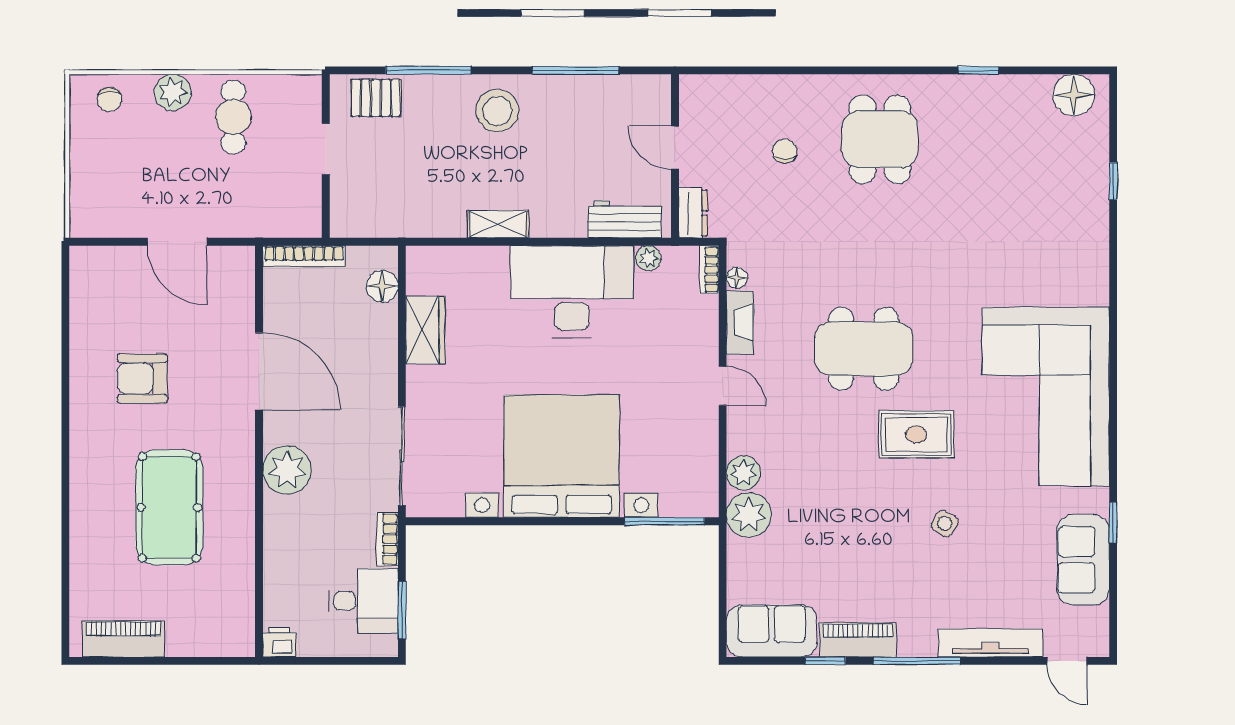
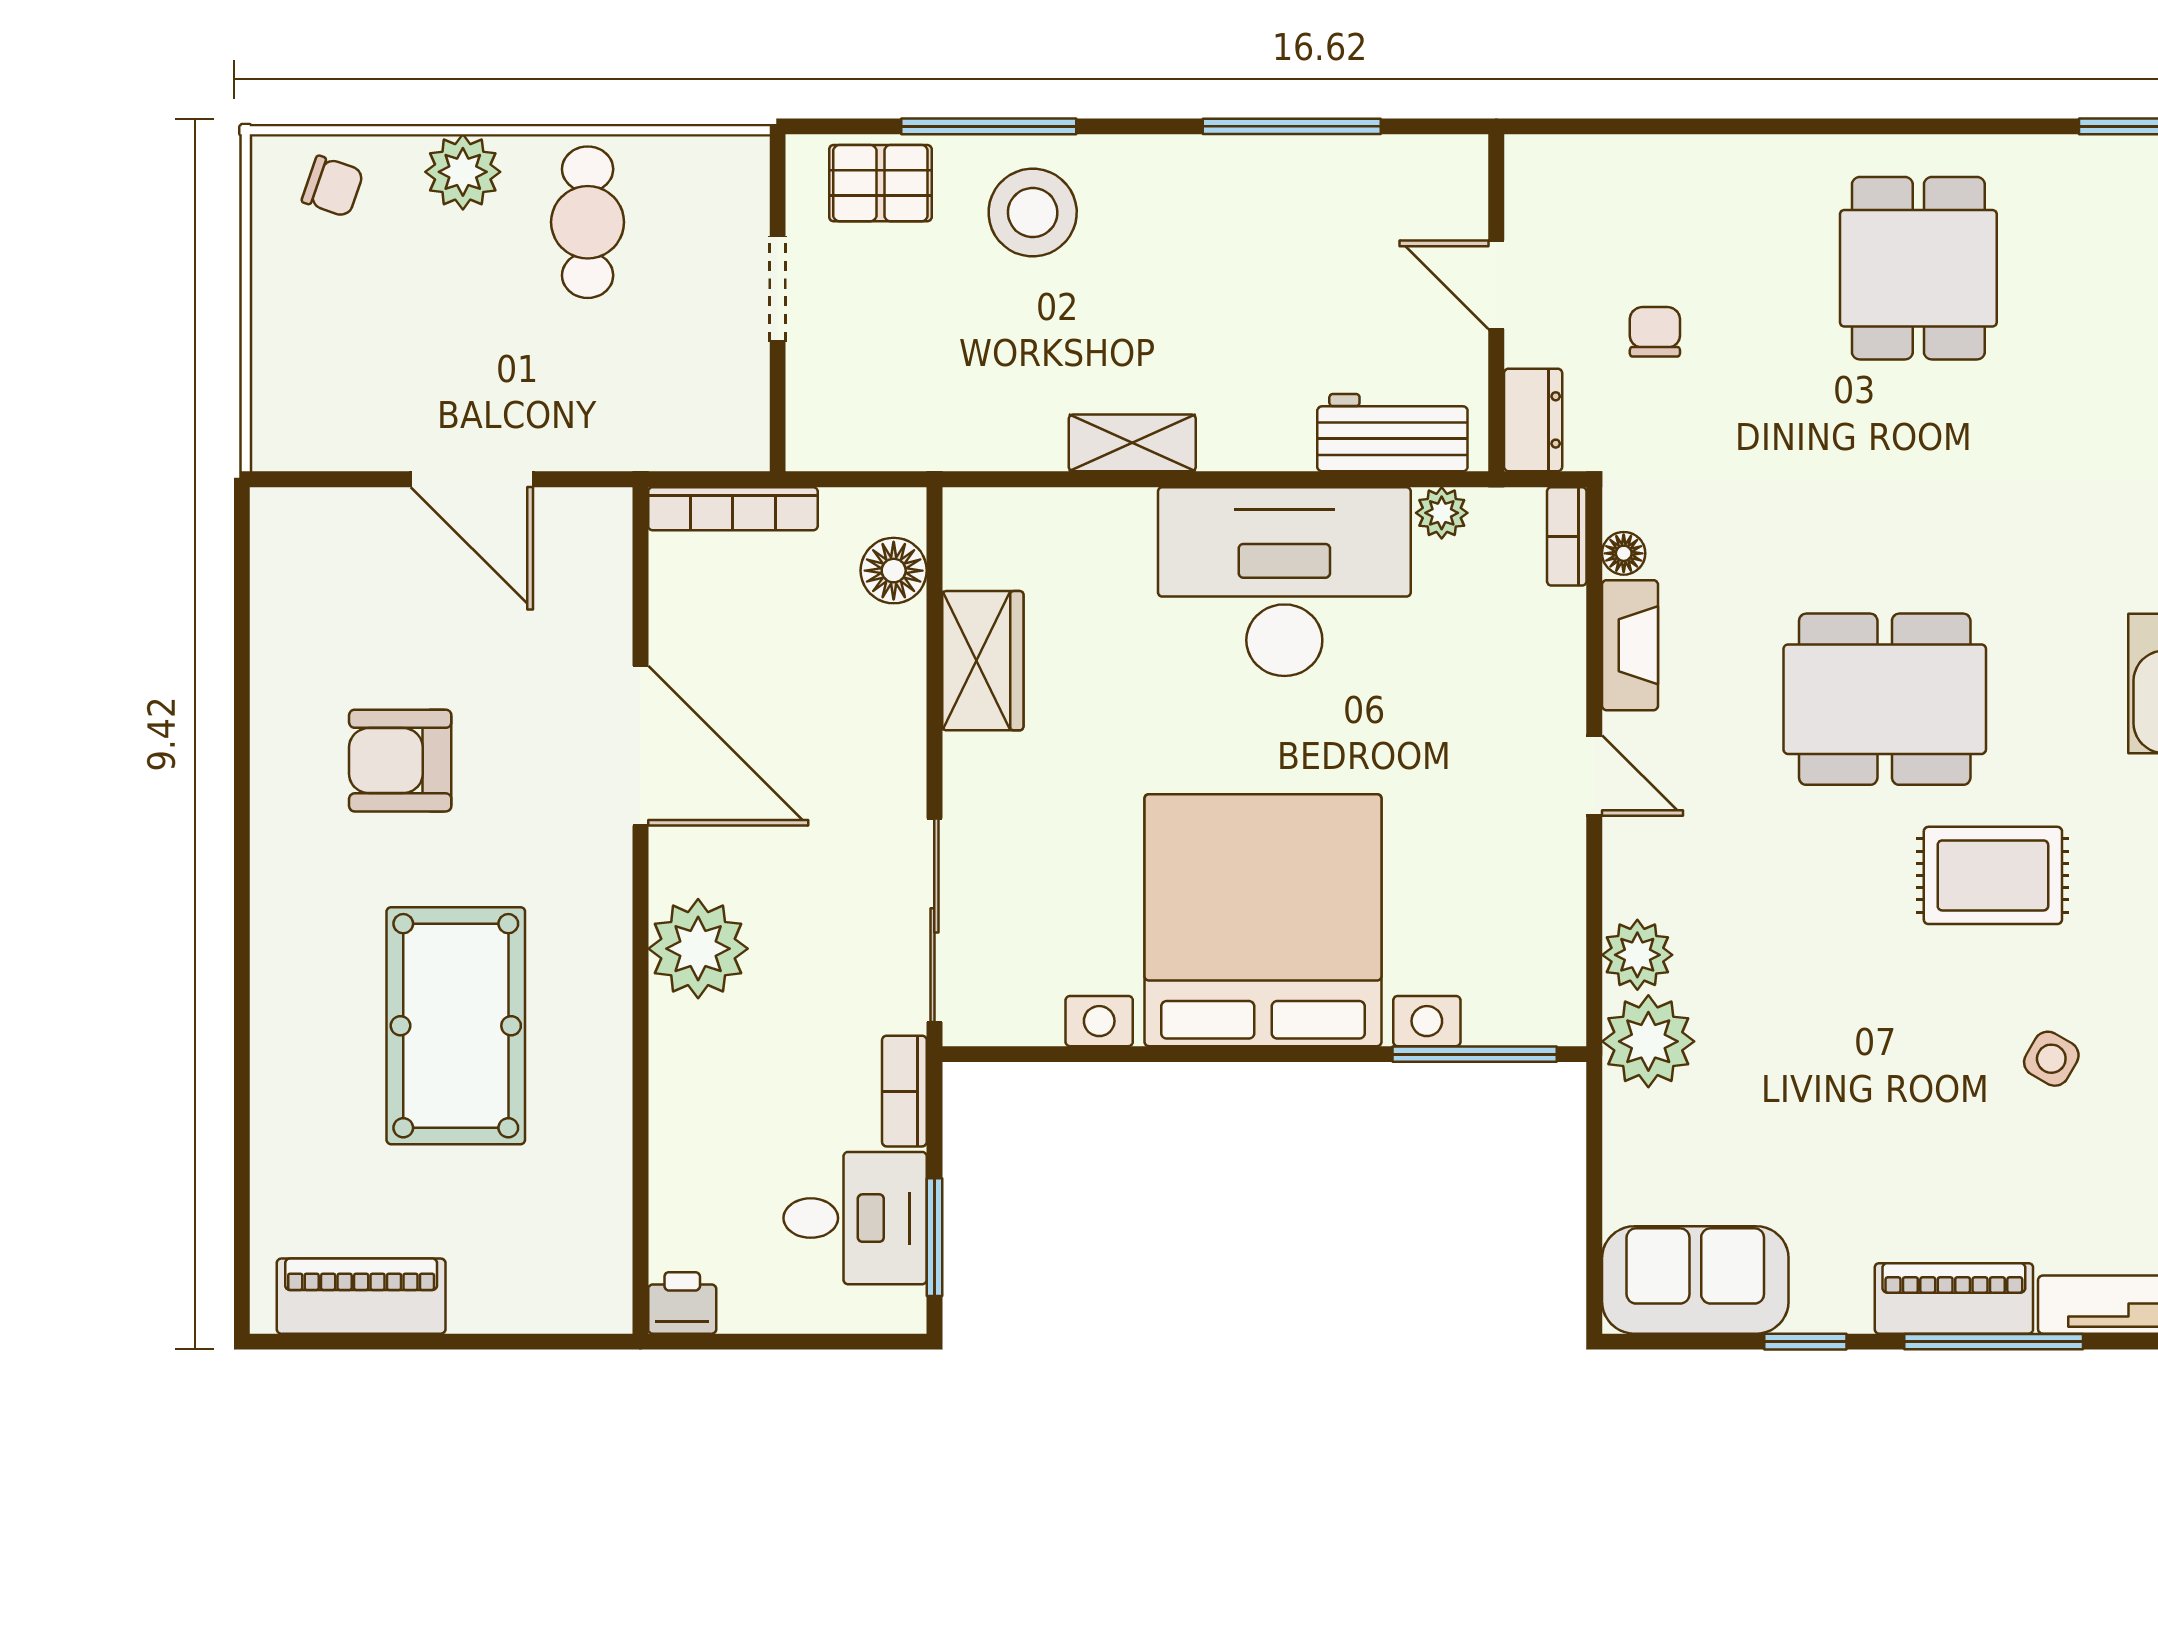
chair: (109, 100) -> (333, 186), turned -71
stool: (498, 111) -> (1033, 213), moved
chair: (785, 151) -> (1655, 332), moved
piano: (858, 640) -> (1954, 1298), moved

